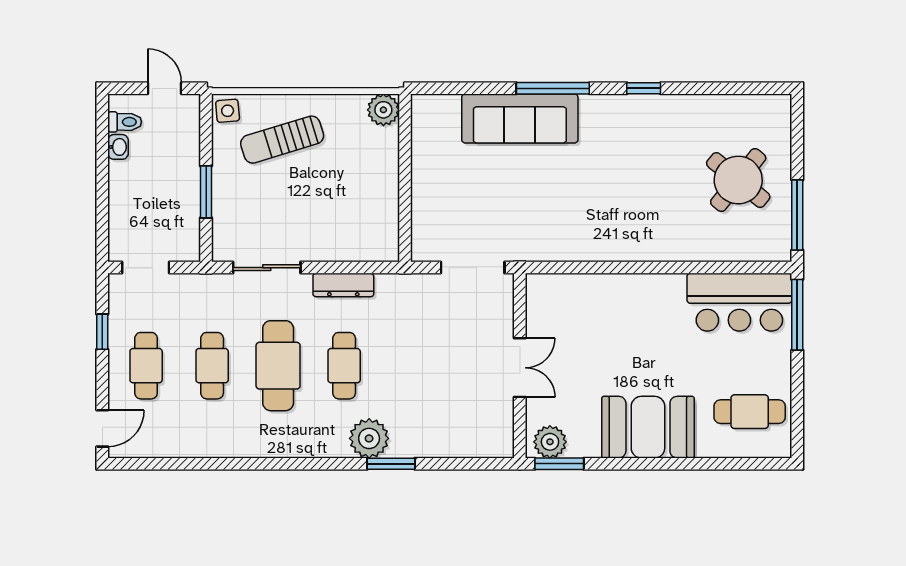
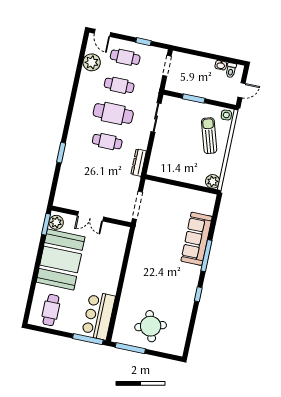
round table: (738, 180) -> (151, 326), turned 34
dresser: (343, 285) -> (139, 163), moved
booth: (648, 427) -> (61, 259), width x1.36, depth x1.42
plant: (369, 438) -> (92, 62), moved

